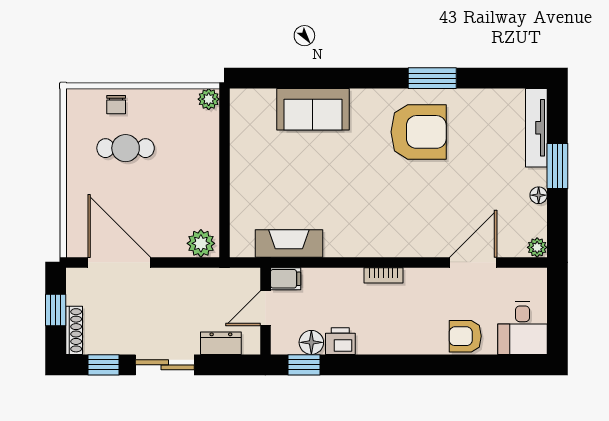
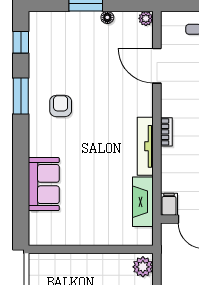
window: (505, 78) -> (21, 42), added
plant: (209, 99) -> (36, 261), removed
tv unit: (536, 128) -> (145, 146), moved, turned 90
armchair: (419, 132) -> (61, 106), width x0.53, depth x0.53

